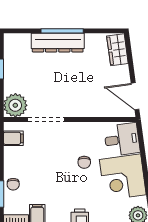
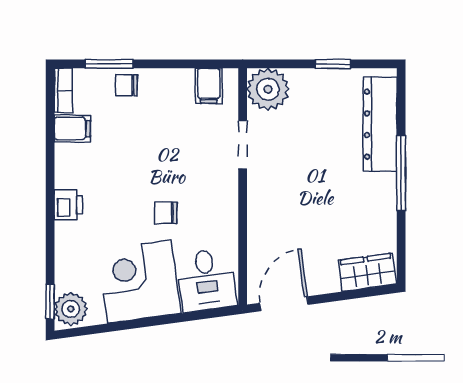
dresser: (58, 43) -> (380, 124), moved
doorway: (46, 119) -> (243, 145), width x0.73

